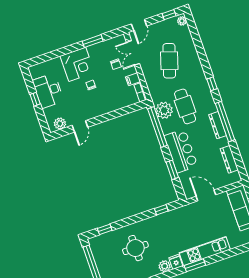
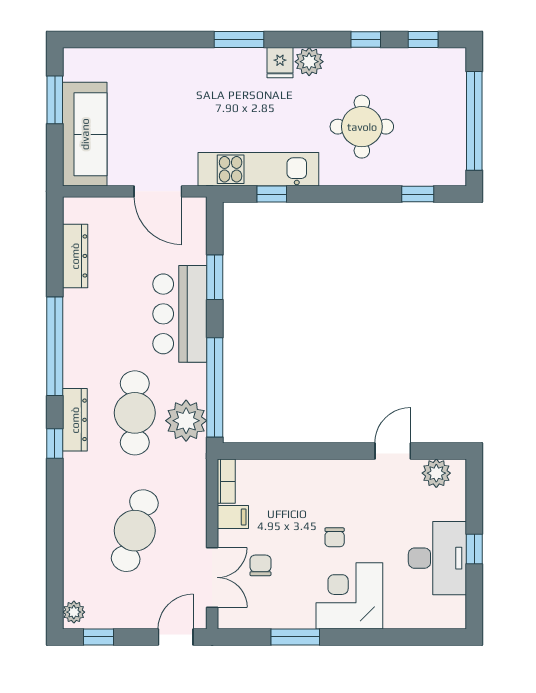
dresser: (218, 125) -> (75, 420), moved
kitchen unit: (205, 251) -> (258, 169), moved, turned 180

